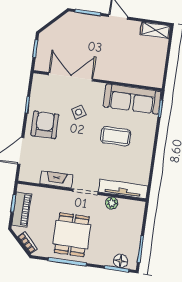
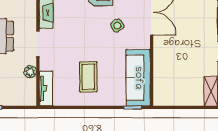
coffee table: (116, 136) -> (88, 77), moved
tv unit: (123, 189) -> (46, 89), width x0.71

